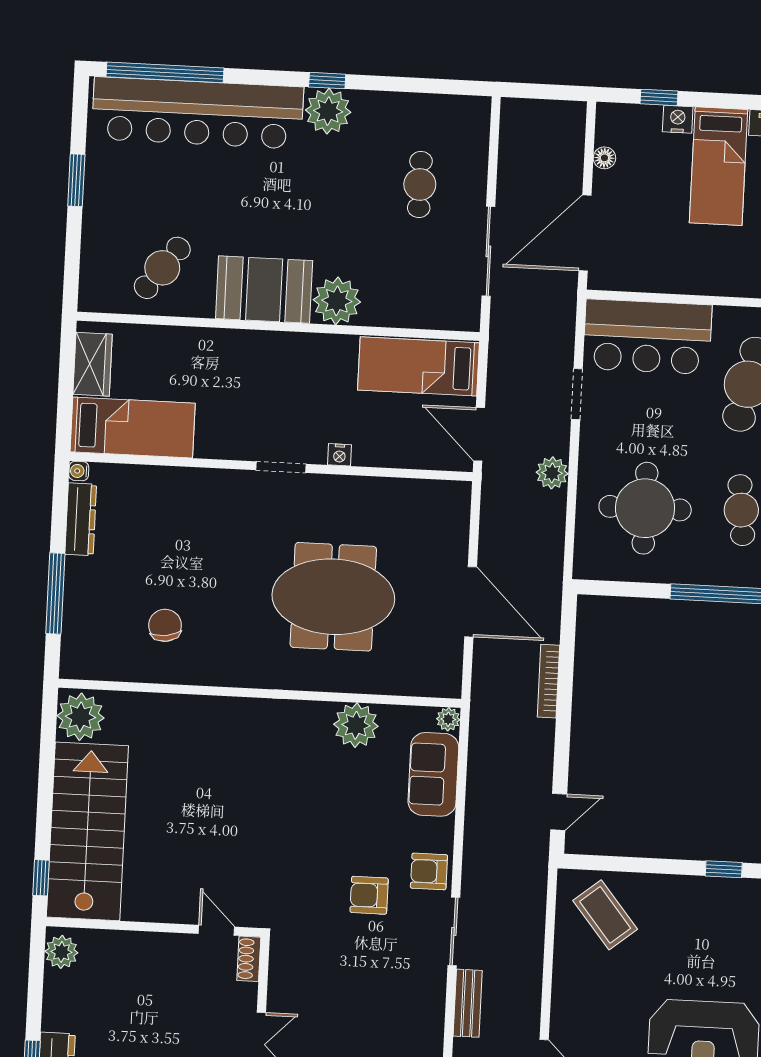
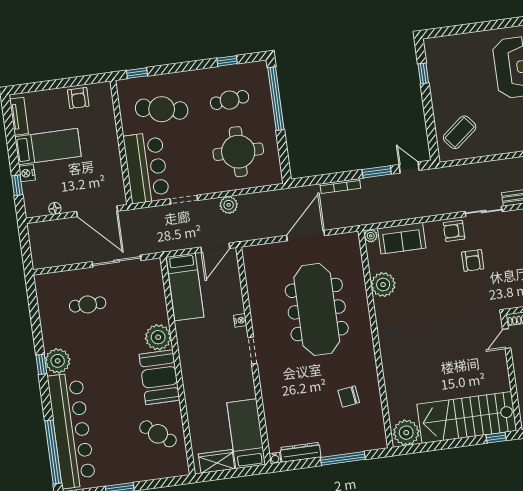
meeting table: (333, 597) -> (317, 309), width x1.36
window: (562, 752) -> (377, 172), added
armchair: (429, 871) -> (454, 231), turned 90

